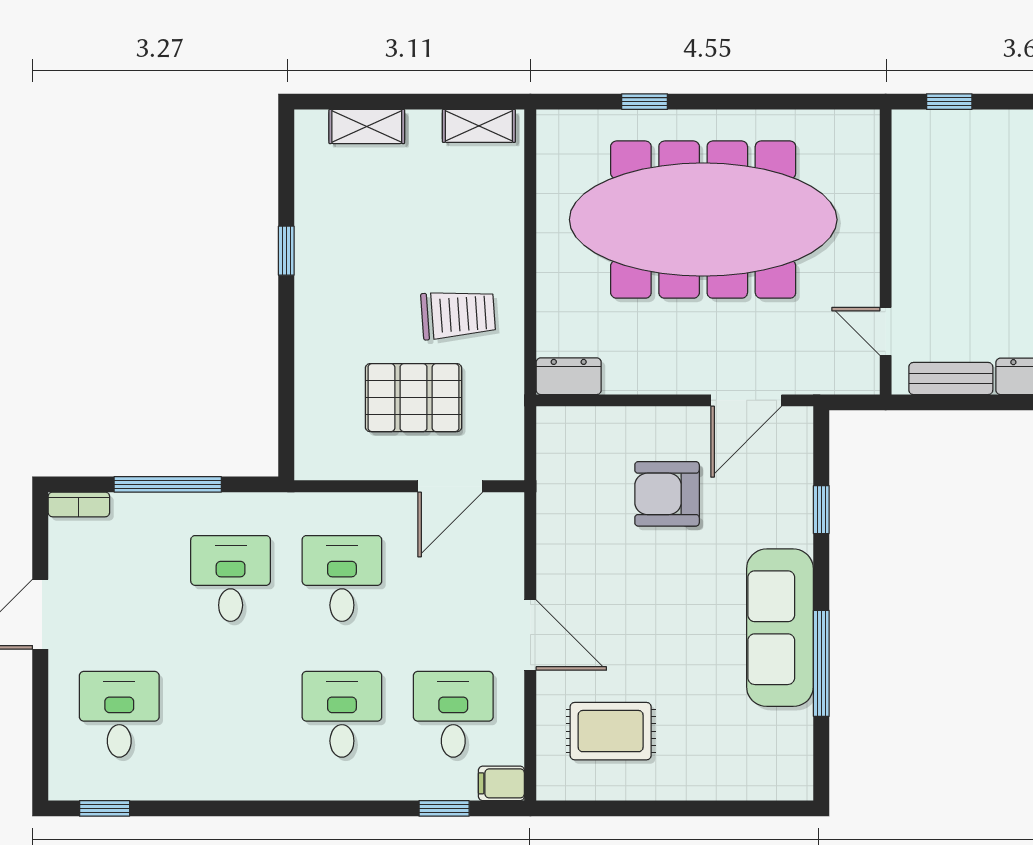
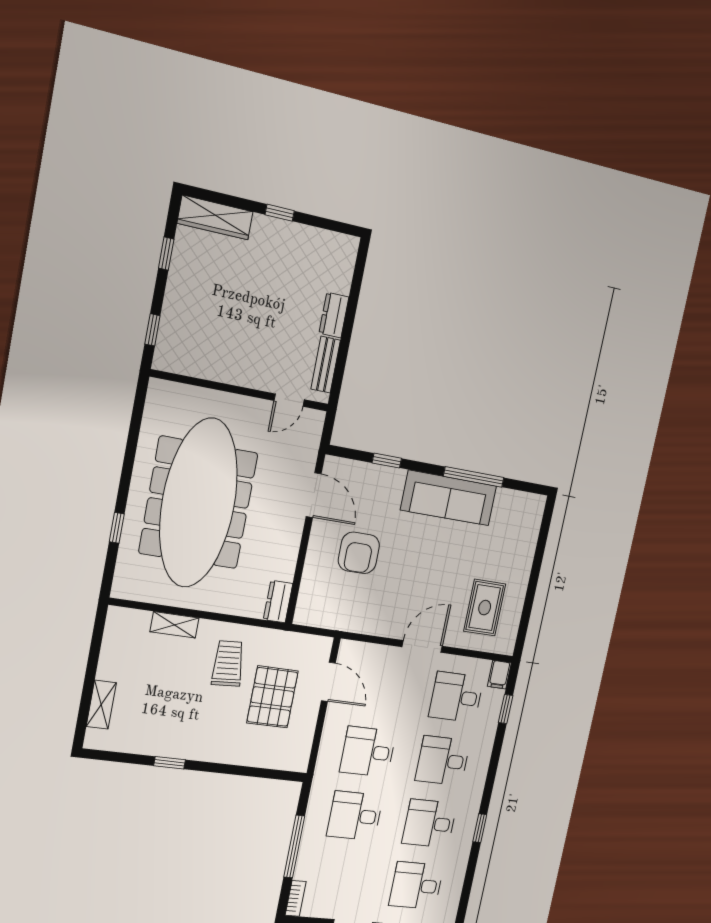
shelving: (479, 126) -> (174, 625), moved, turned 90
desk: (231, 714) -> (429, 823), added
window: (105, 808) -> (480, 828), moved

